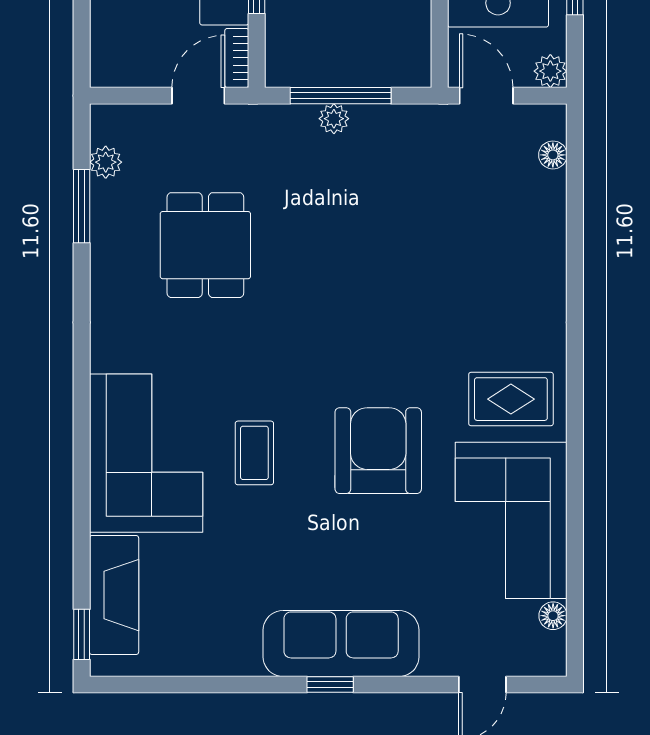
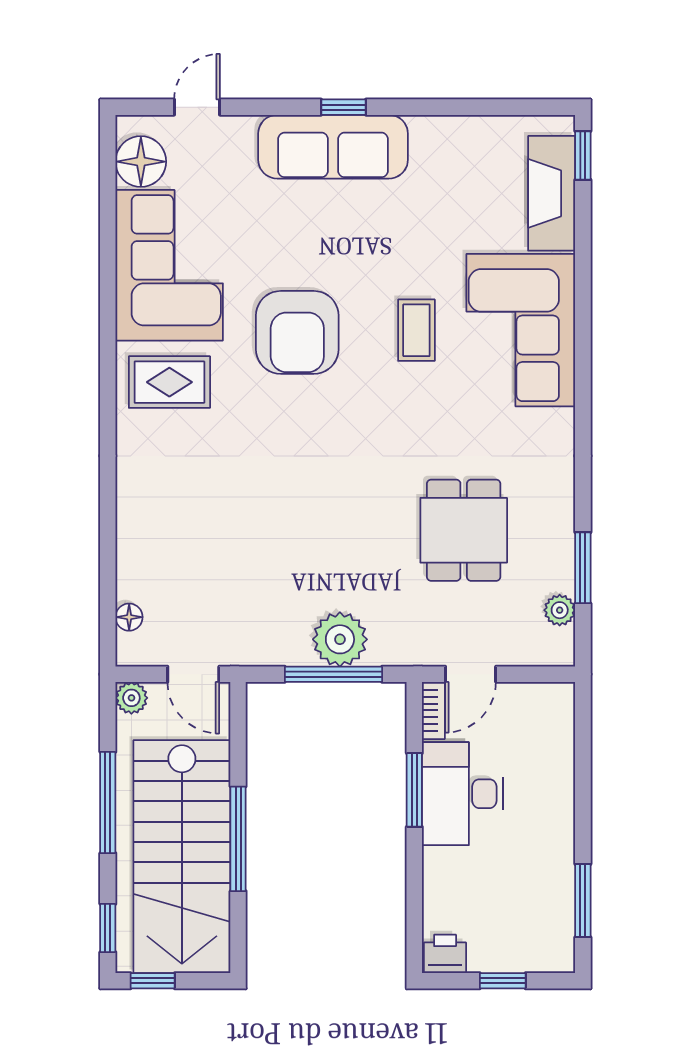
plant: (334, 119) -> (340, 639), width x1.87, depth x1.87
floor lamp: (553, 616) -> (141, 162), width x1.89, depth x1.89

